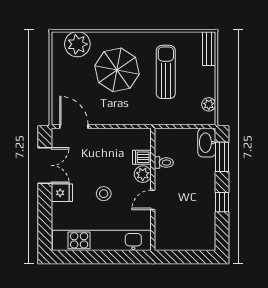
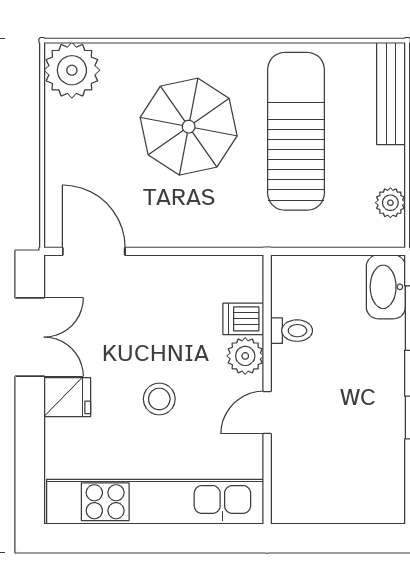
plant: (77, 44) -> (72, 70), moved
bench: (209, 49) -> (391, 93), width x1.36
sun lounger: (166, 72) -> (296, 131), width x1.36, depth x1.34

